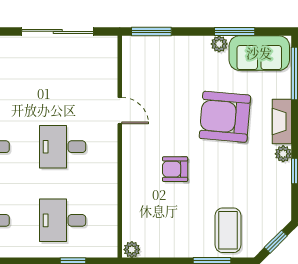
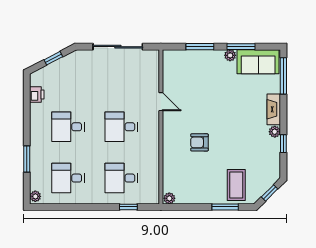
window: (151, 31) -> (200, 47), moved
armchair: (225, 117) -> (234, 106), removed

